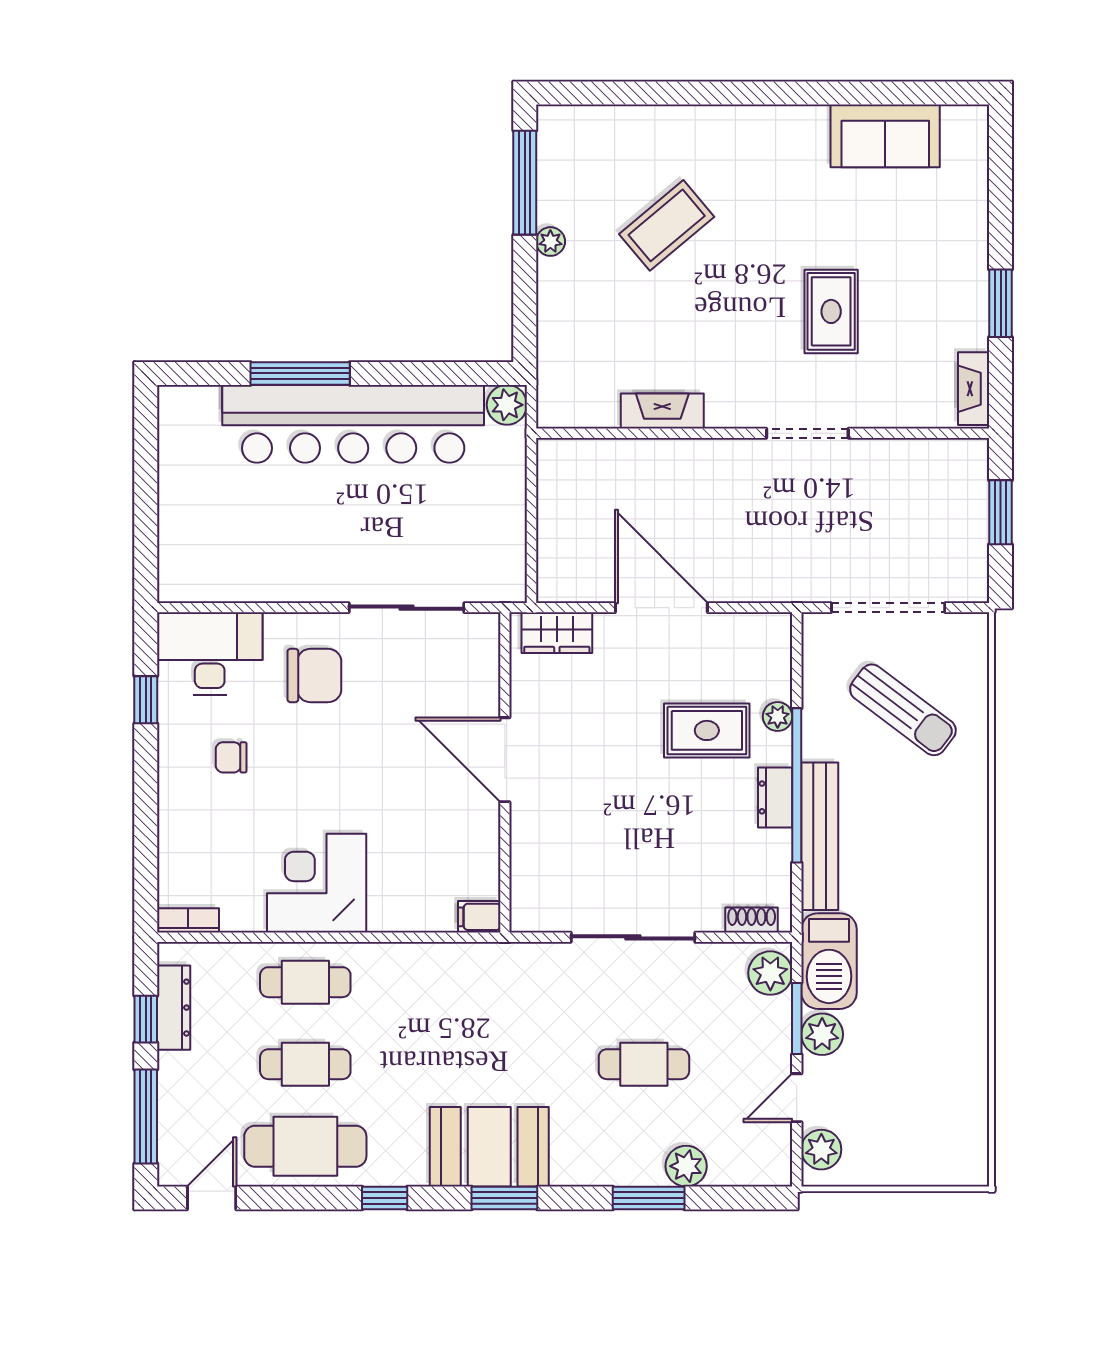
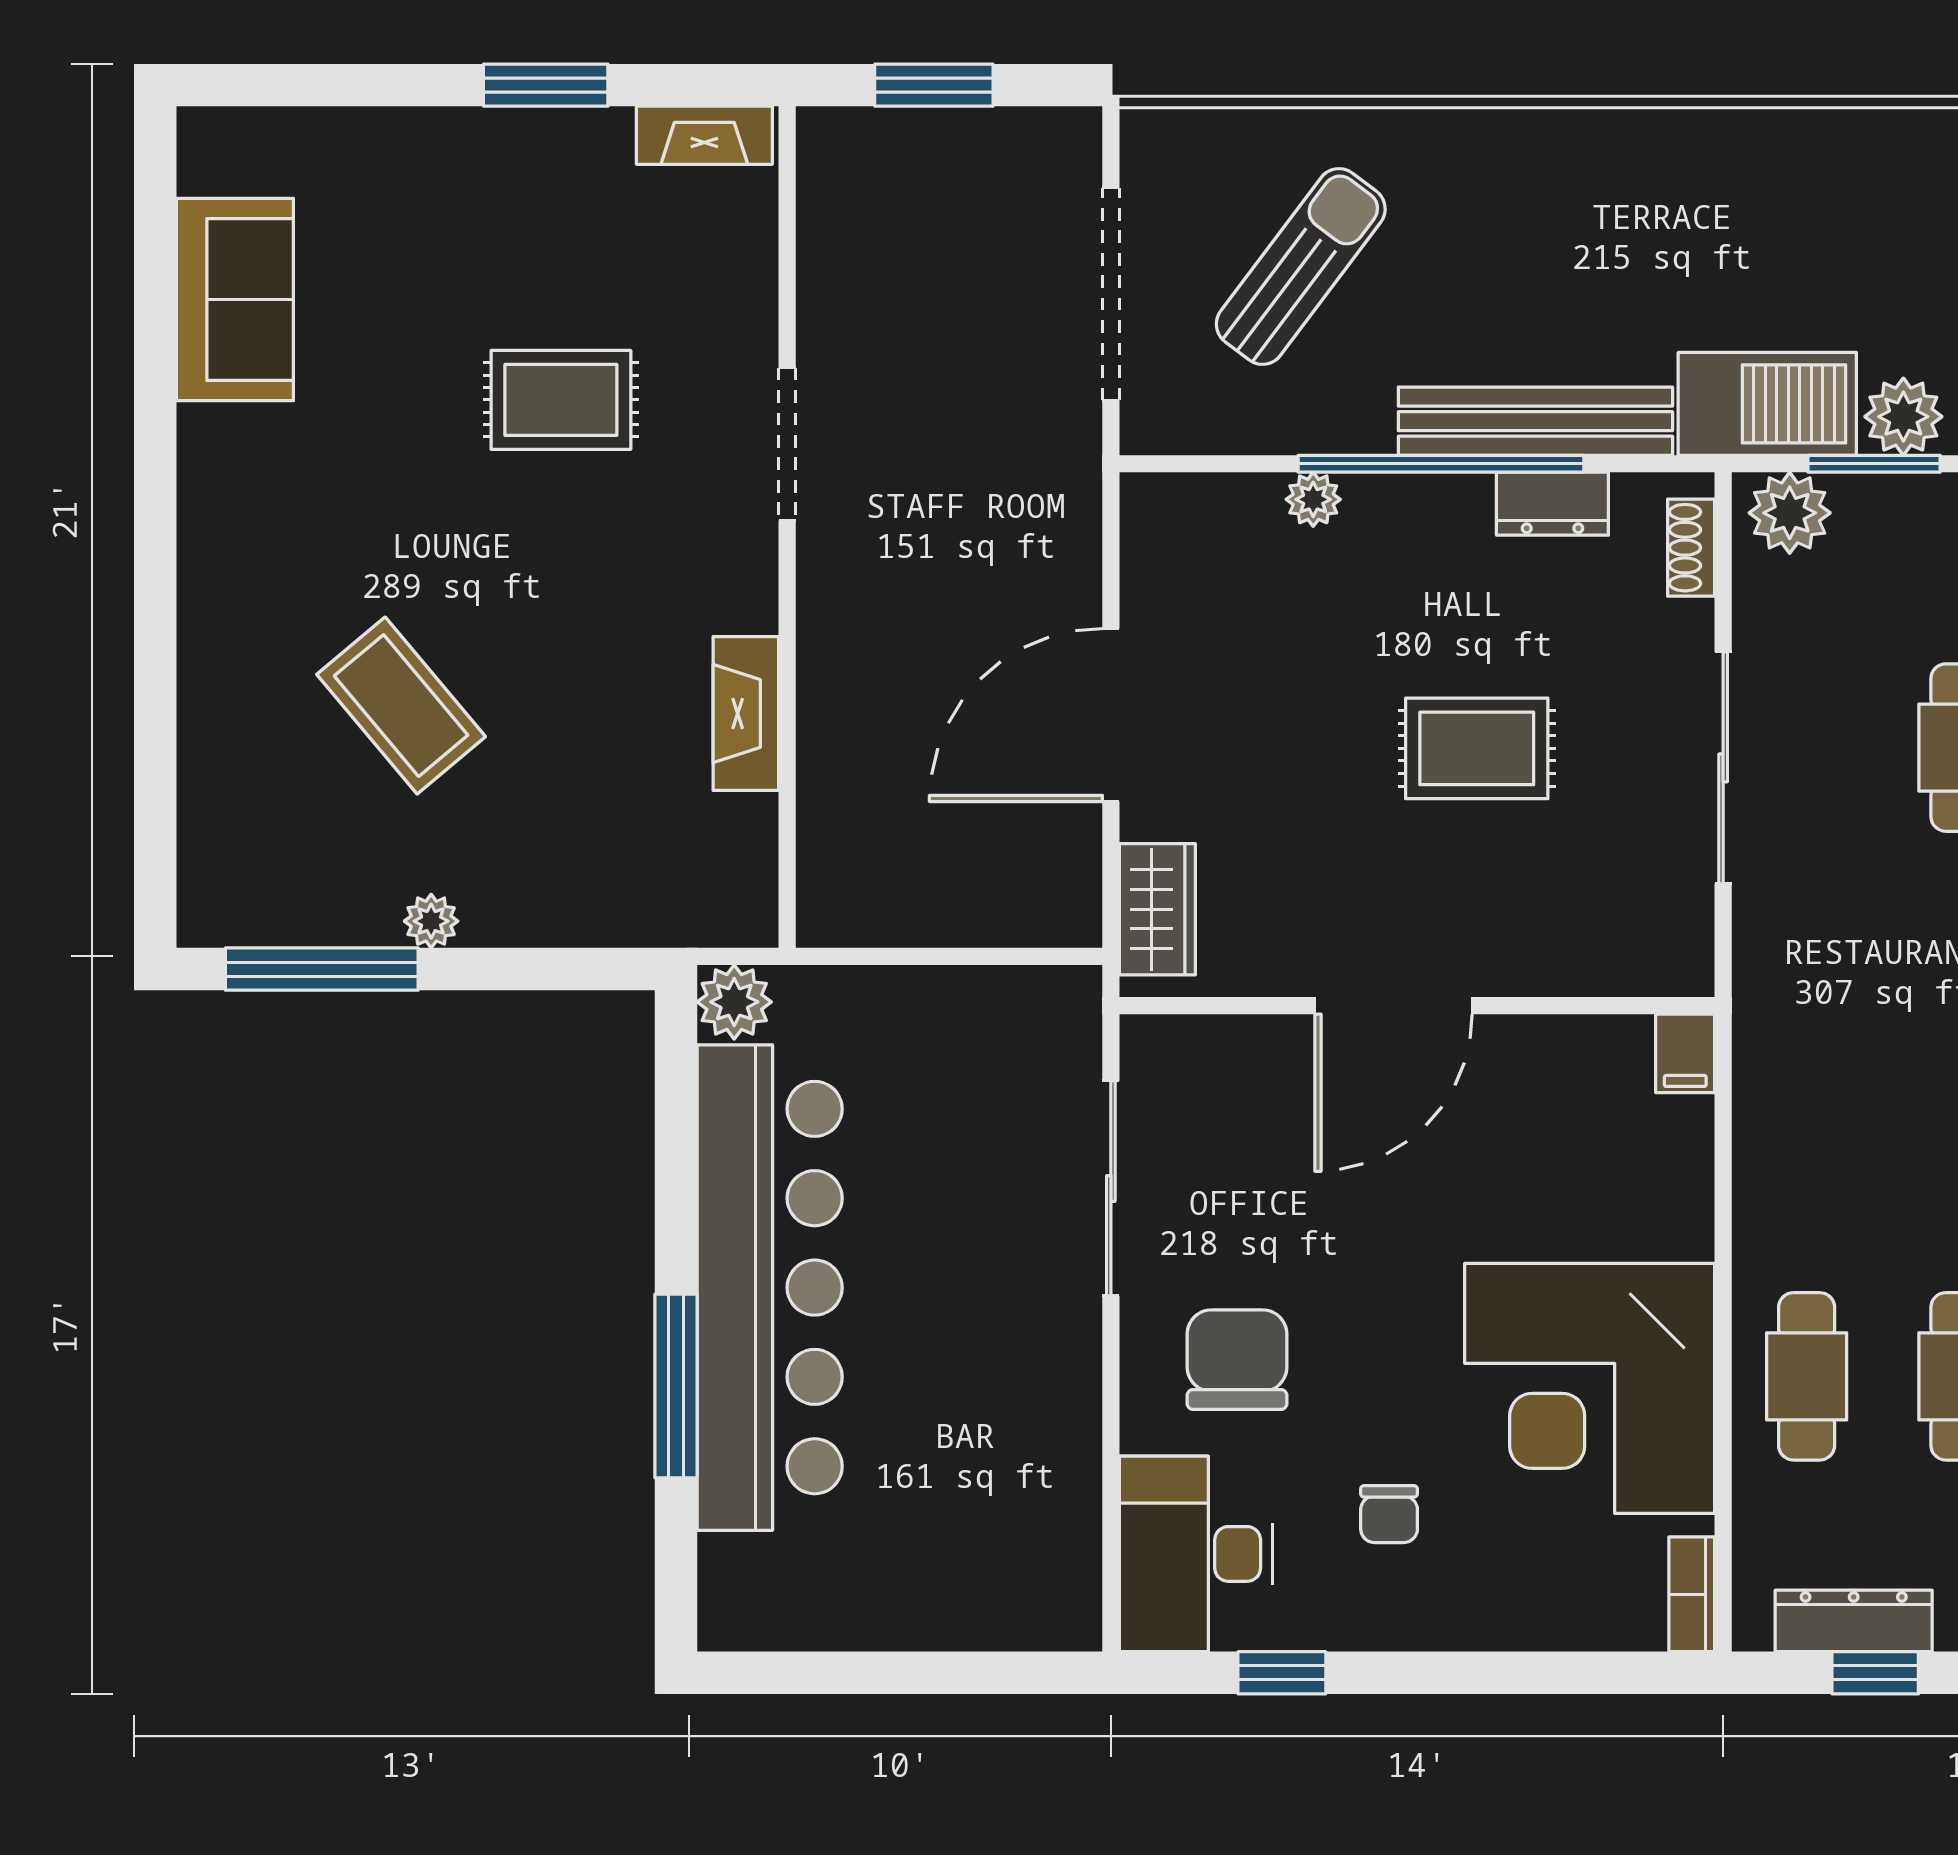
rug: (707, 730) -> (1477, 748), moved, turned 90
dresser: (775, 797) -> (1552, 504), moved
corner desk: (317, 883) -> (1590, 1388), width x1.36, depth x1.36

